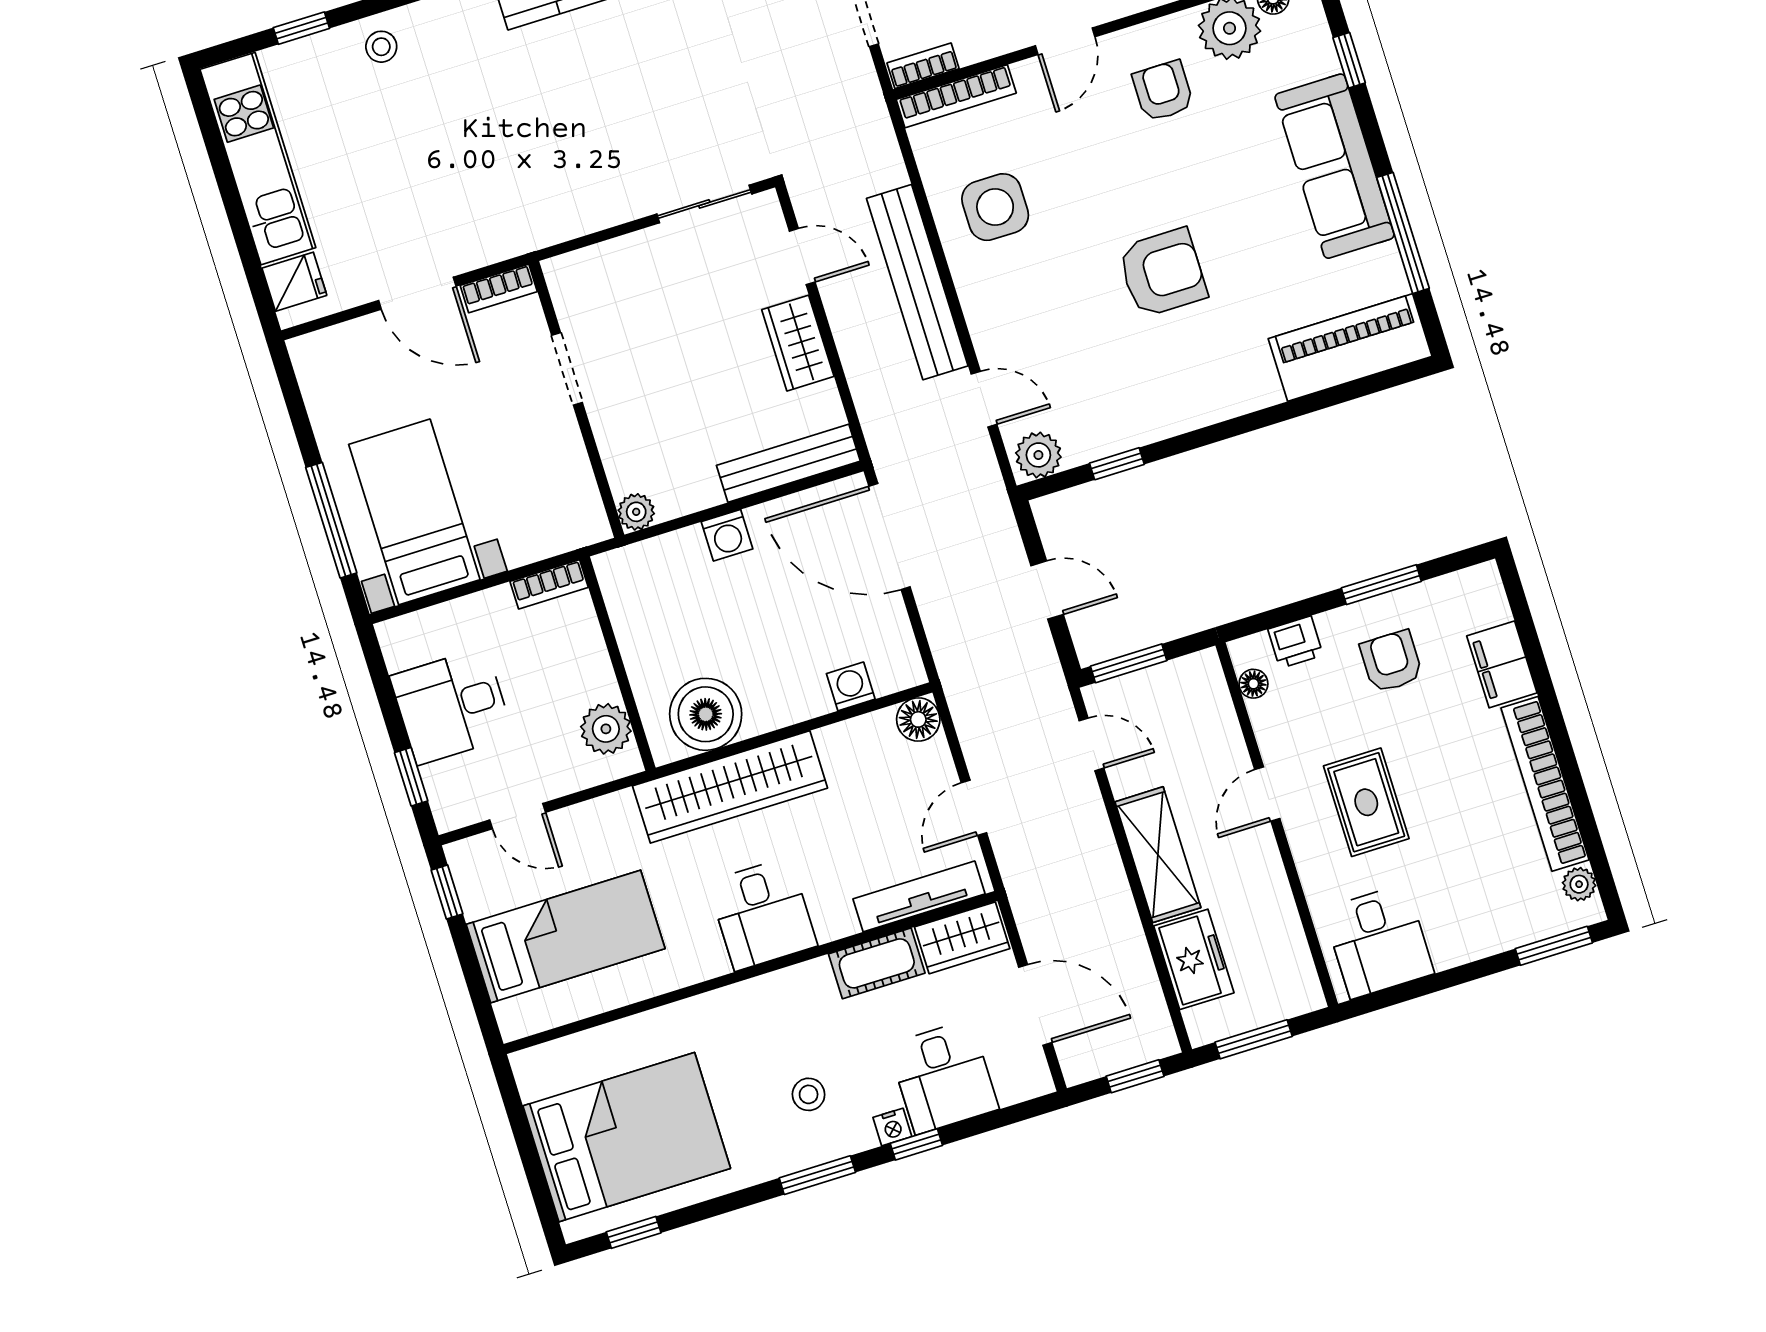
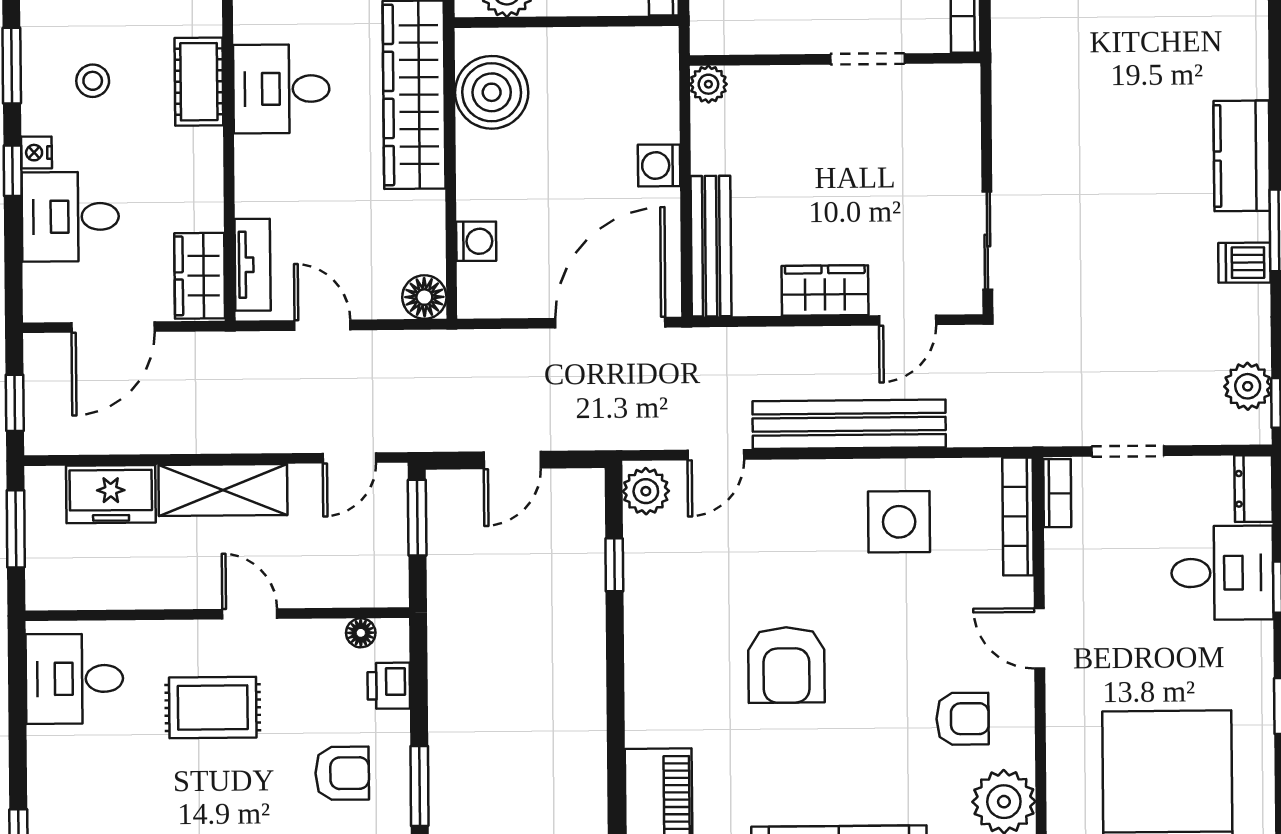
tv unit: (919, 896) -> (253, 265), width x0.71
cot: (877, 963) -> (199, 82), moved

